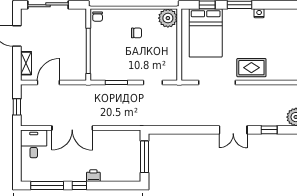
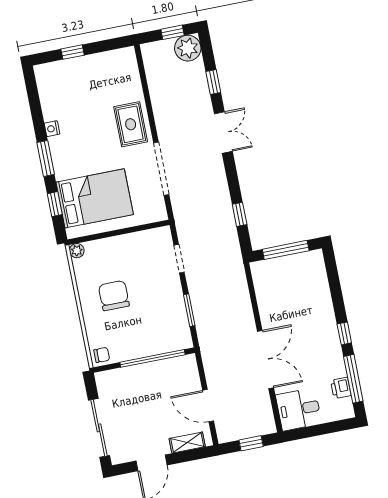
plant: (168, 18) -> (77, 251), width x0.53, depth x0.53
chair: (136, 33) -> (114, 296), width x1.87, depth x1.87
window: (175, 130) -> (240, 214), added
printer: (93, 176) -> (341, 388), moved

